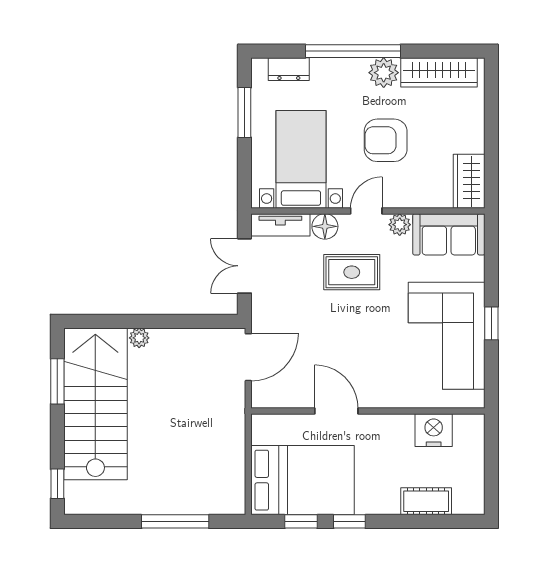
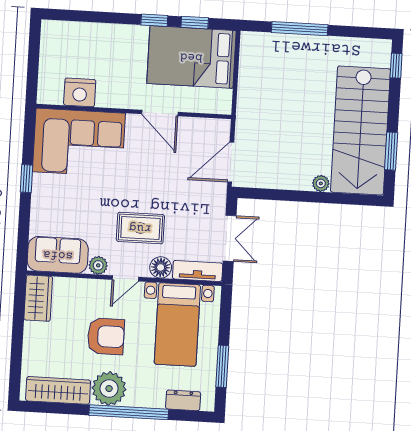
plant: (384, 73) -> (109, 389), width x1.36, depth x1.36
corner sofa: (447, 336) -> (79, 142), moved, turned 90
cot: (426, 501) -> (89, 33), removed

